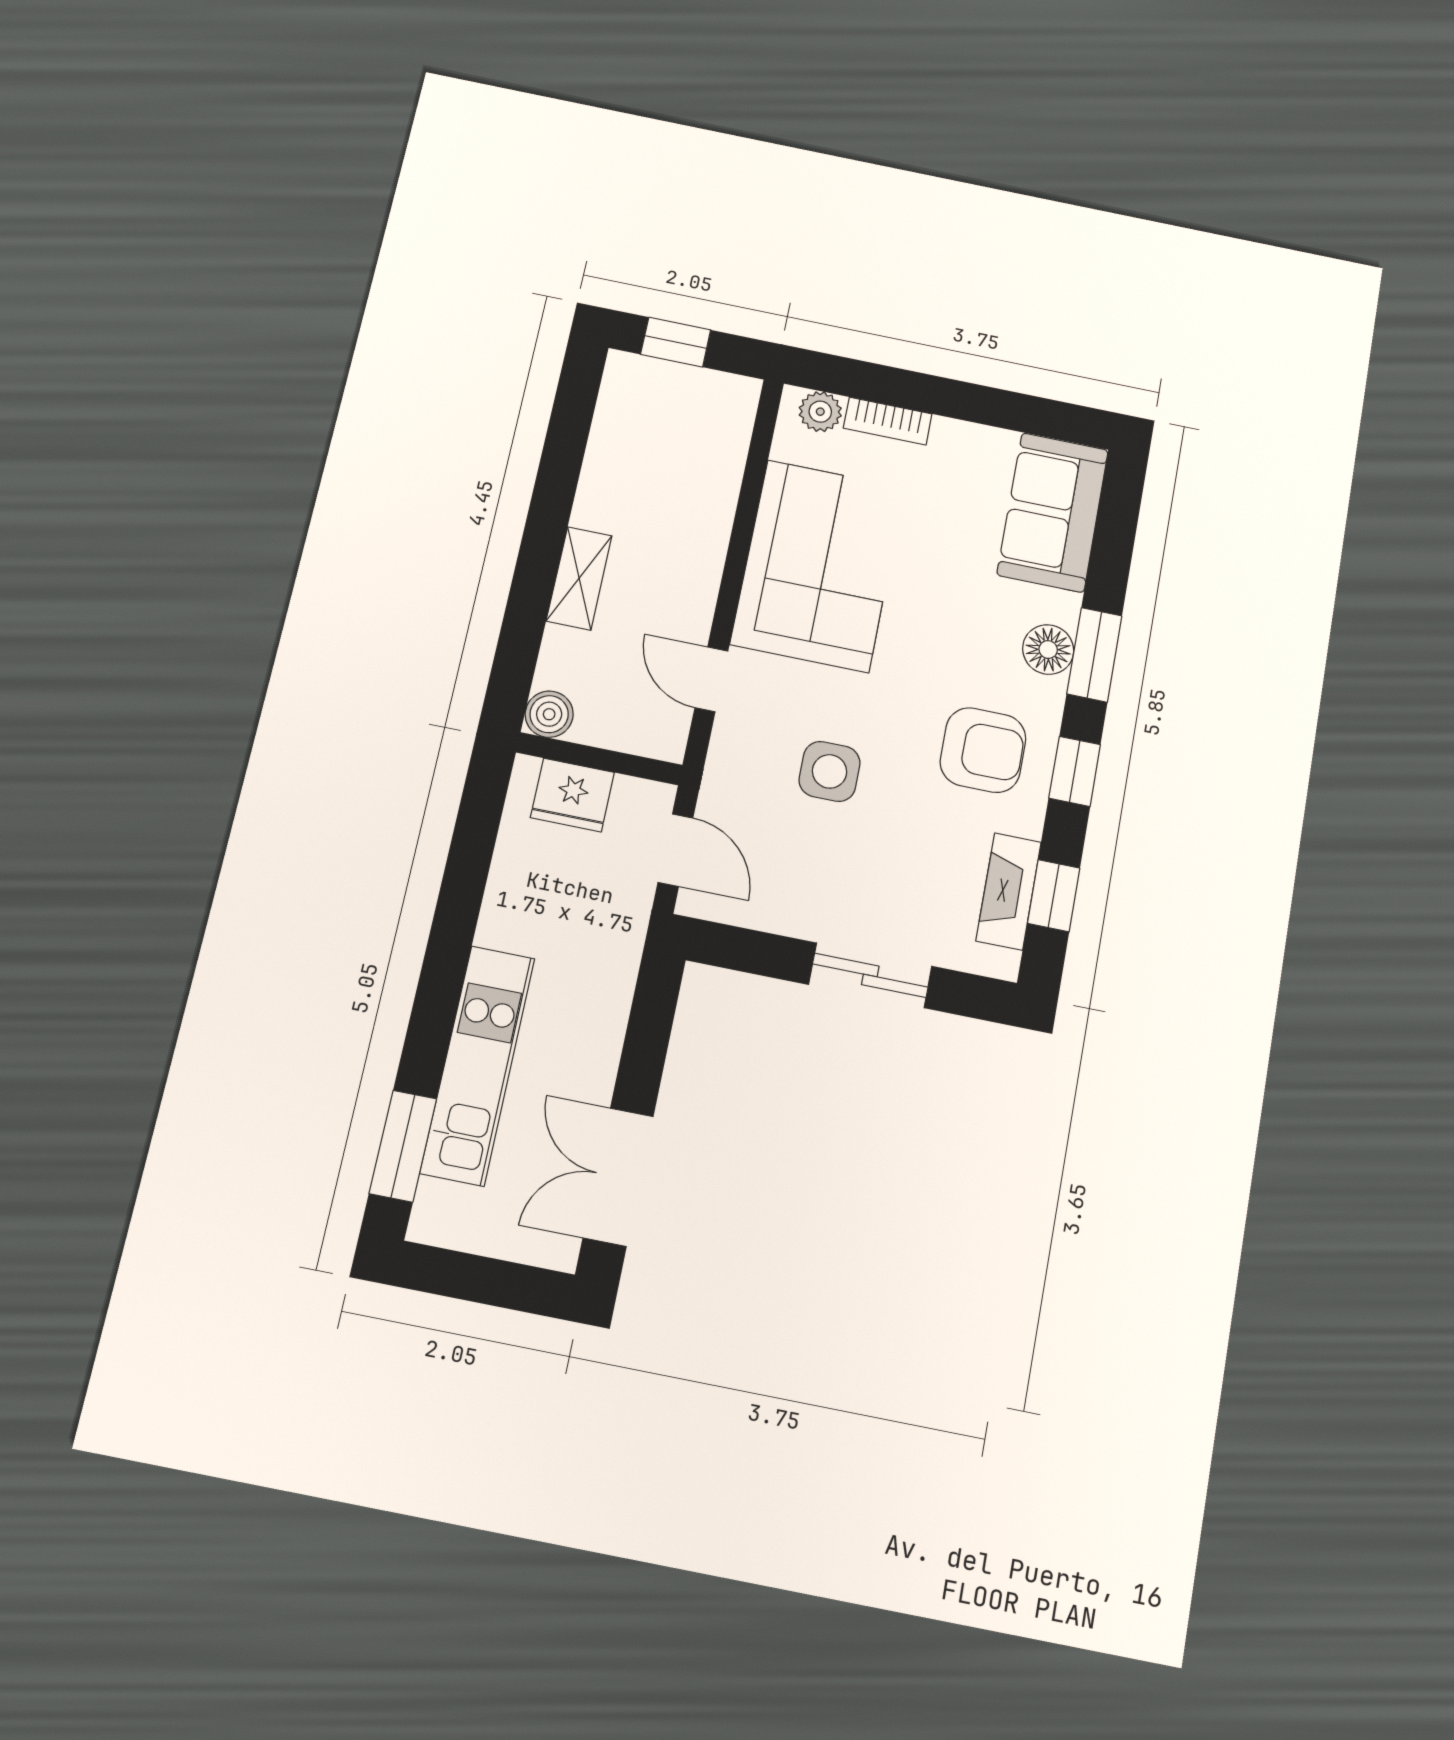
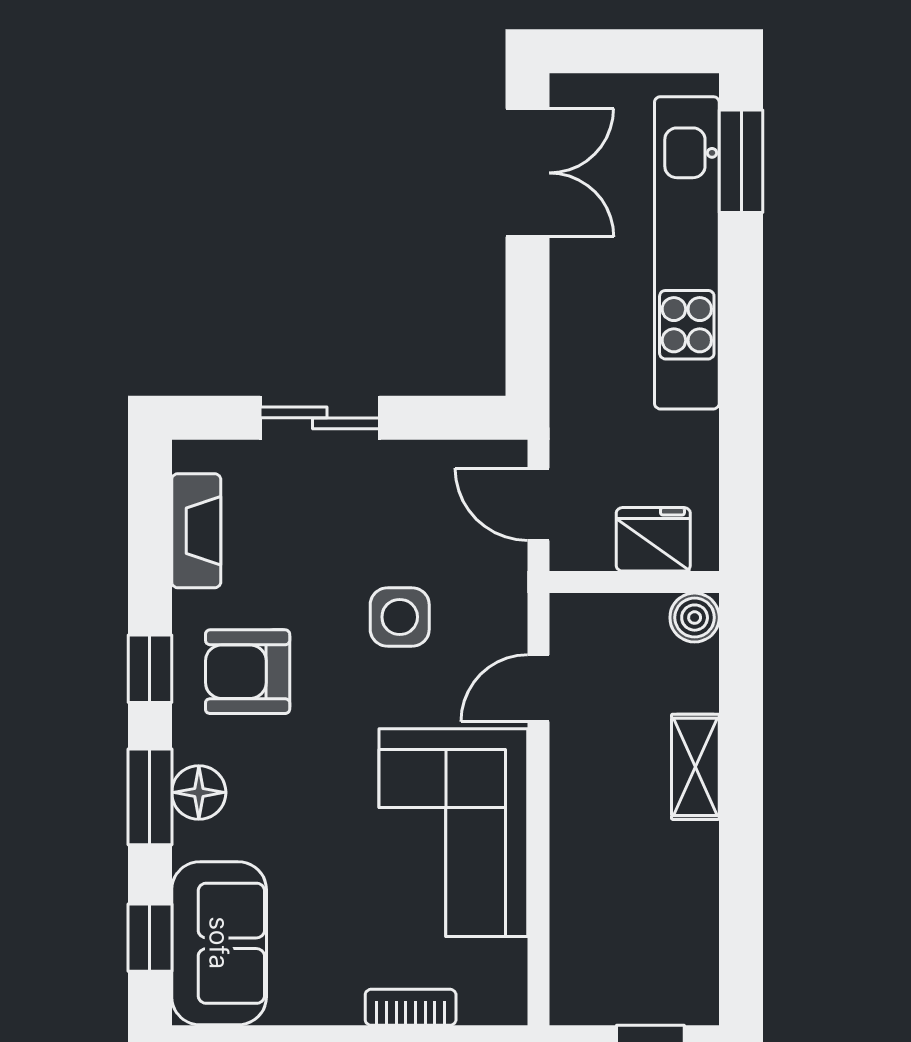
plant: (820, 412) -> (483, 1002), removed
door: (711, 679) -> (539, 688), swing flipped
window: (1054, 896) -> (150, 938), moved
kitchen unit: (478, 1065) -> (687, 253), width x1.36

